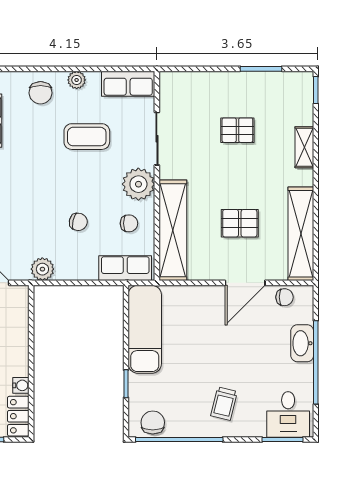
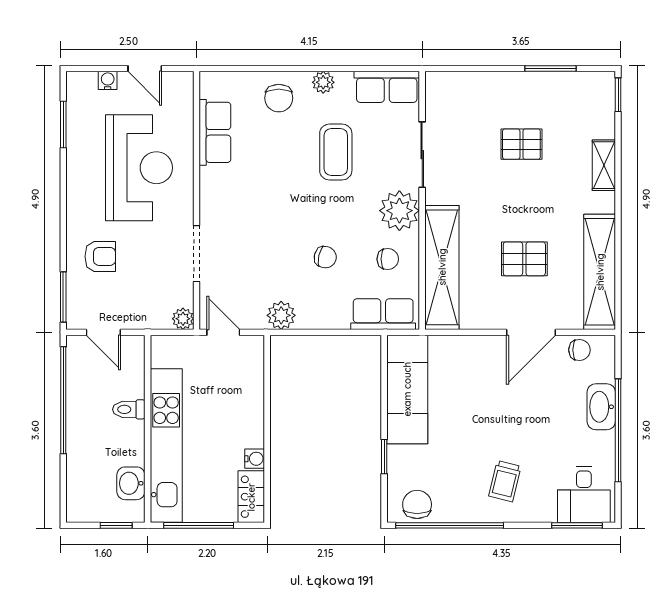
coffee table: (87, 137) -> (336, 152), turned 90

